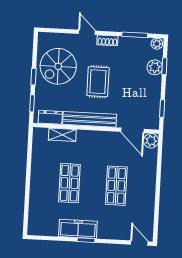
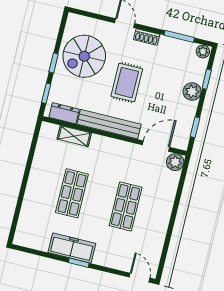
plant: (155, 67) -> (192, 92), moved
door: (132, 130) -> (156, 146), swing flipped

